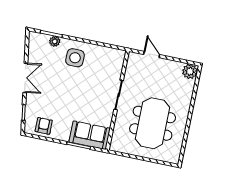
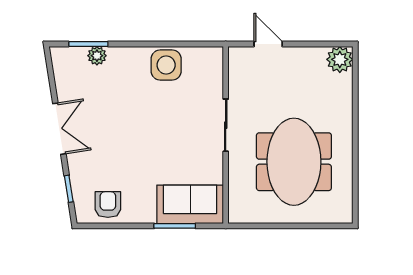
side table: (75, 58) -> (166, 65), moved

